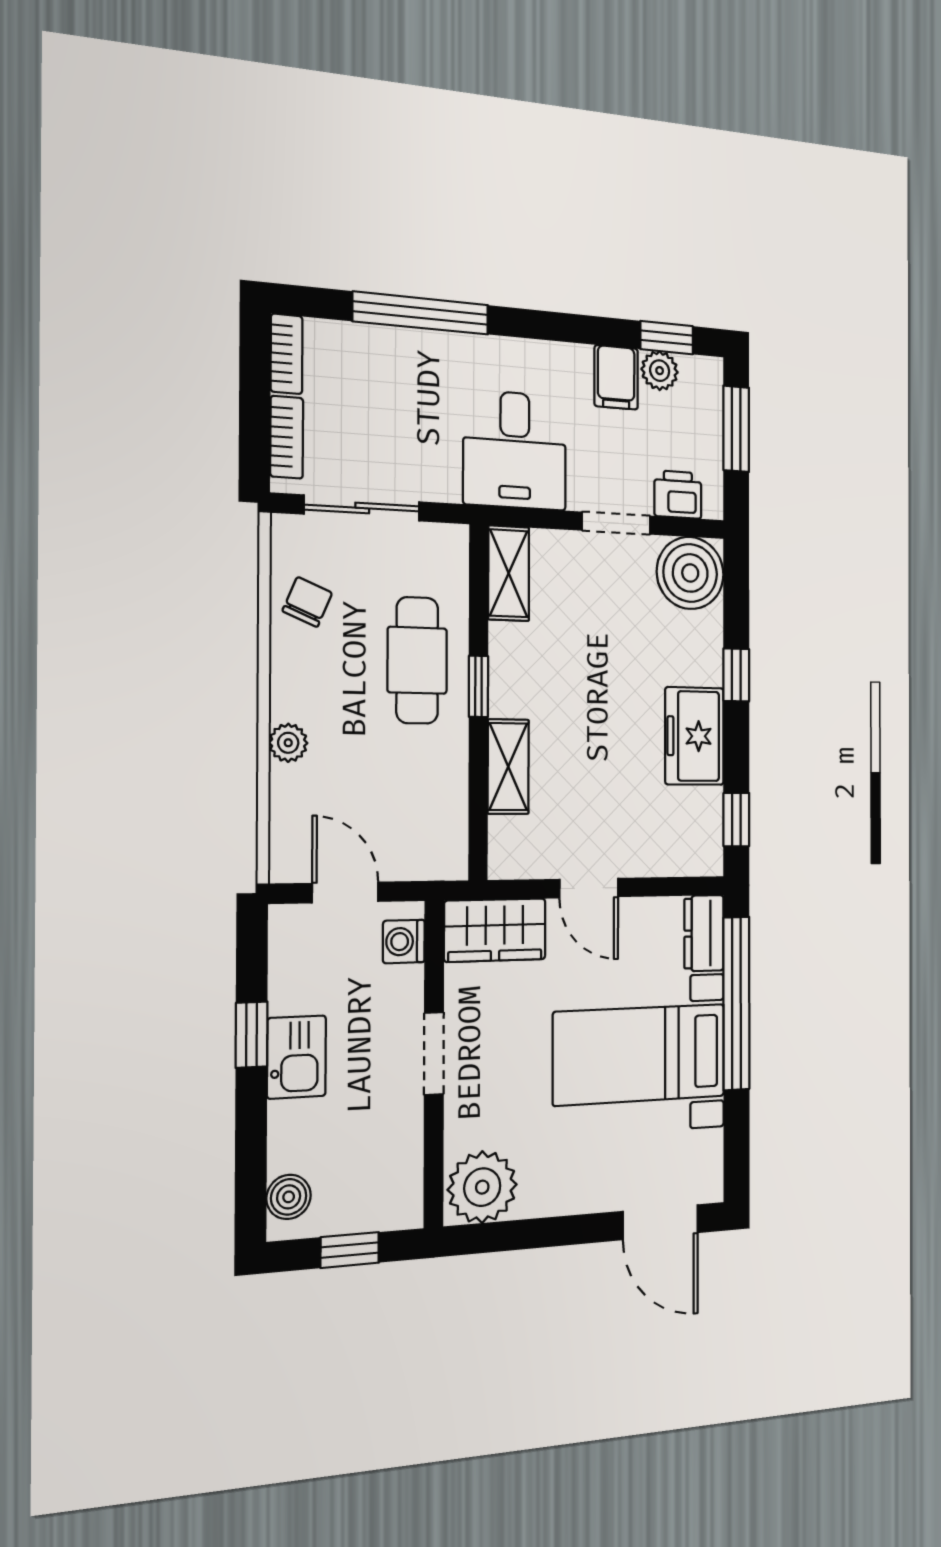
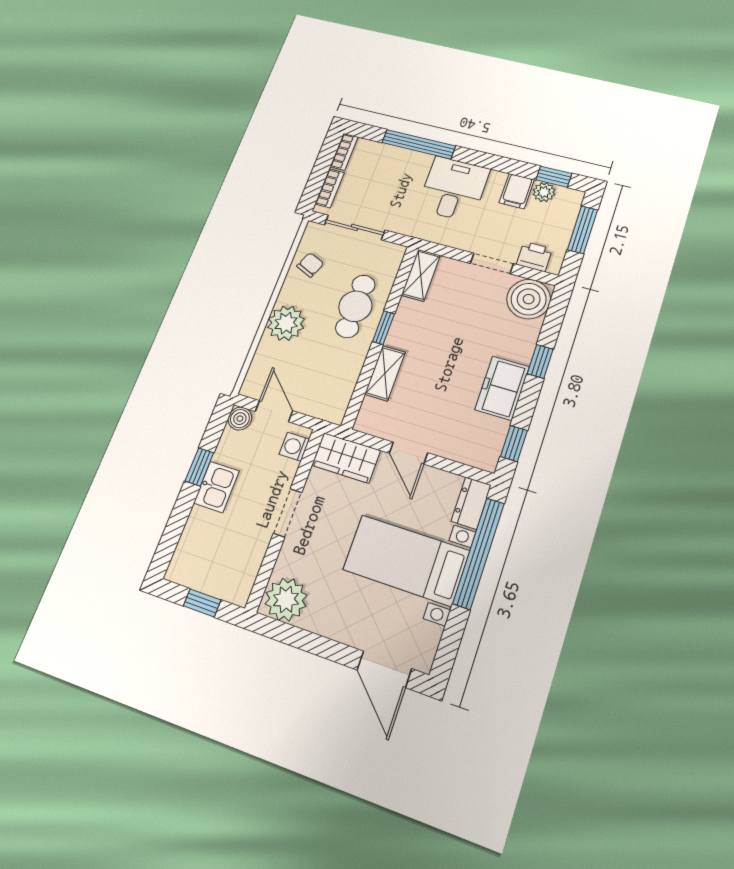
desk: (515, 450) -> (453, 189), moved, turned 180
plant: (288, 743) -> (286, 323), width x1.88, depth x1.88
boiler: (289, 1197) -> (240, 419), moved

